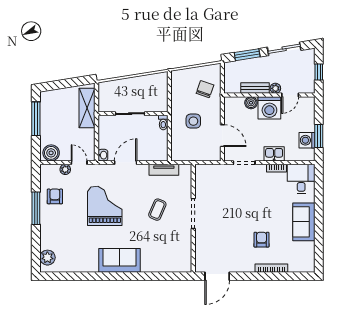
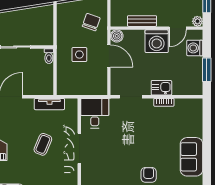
plant: (275, 88) -> (197, 21), moved
boiler: (251, 103) -> (117, 36), moved
door: (222, 136) -> (109, 56), moved
washing machine: (307, 140) -> (195, 48), moved
desk: (301, 179) -> (95, 113), moved

